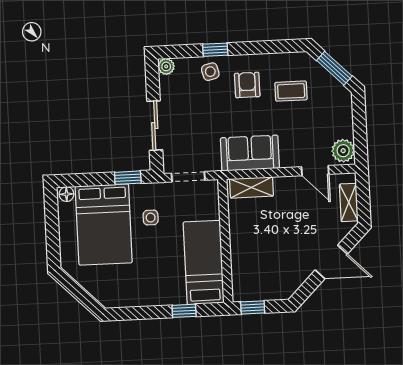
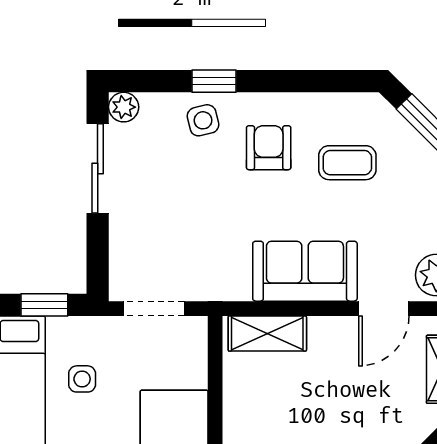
sliding door: (155, 126) -> (98, 168), moved
sofa: (250, 153) -> (305, 271), moved
door: (315, 171) -> (384, 309), hinge flipped

